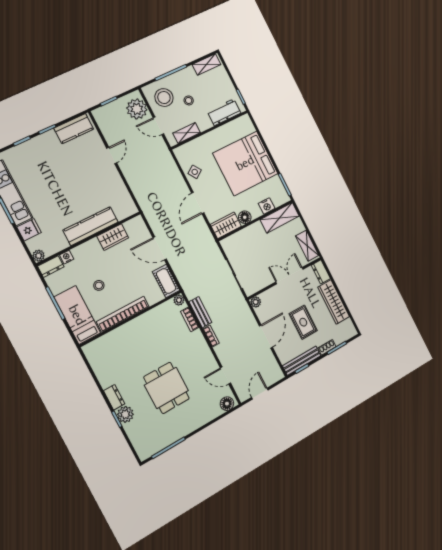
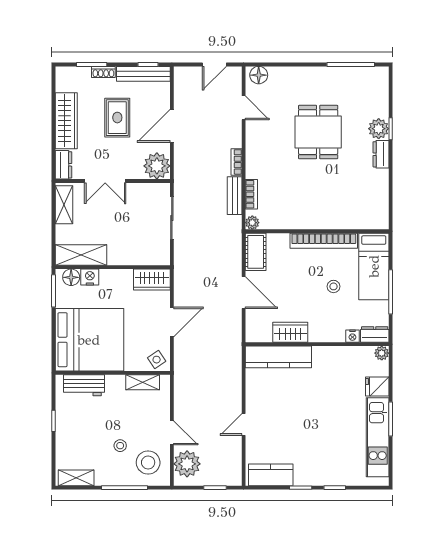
workbench: (224, 112) -> (84, 385), moved
wall: (210, 130) -> (113, 373), moved
shelving: (187, 133) -> (143, 382), moved
floor lamp: (245, 217) -> (71, 277), moved
kitchen counter: (91, 226) -> (278, 357), moved
plant: (256, 302) -> (157, 166), width x1.88, depth x1.88

